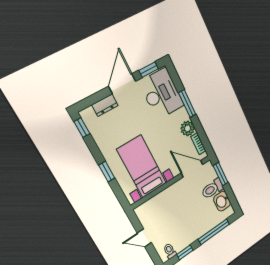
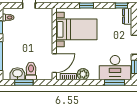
window: (187, 103) -> (114, 83), moved
dresser: (105, 105) -> (127, 16), moved
window: (221, 174) -> (24, 83), moved

